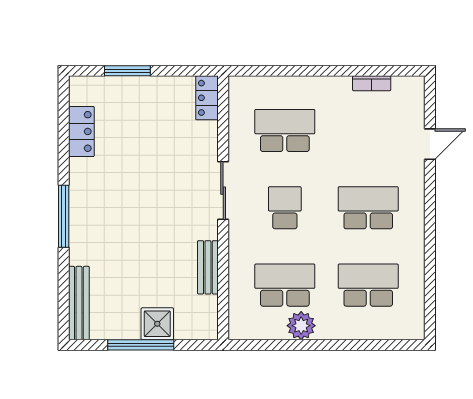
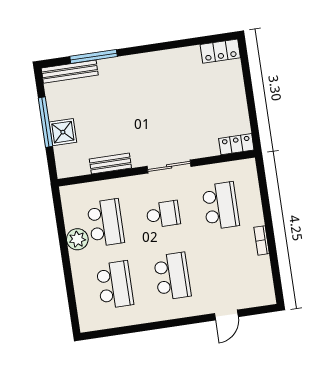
window: (127, 71) -> (248, 82), removed
bookcase: (372, 83) -> (262, 240), moved
locker: (81, 131) -> (220, 51), moved
door: (430, 144) -> (226, 315), hinge flipped
window: (64, 216) -> (94, 56), moved

